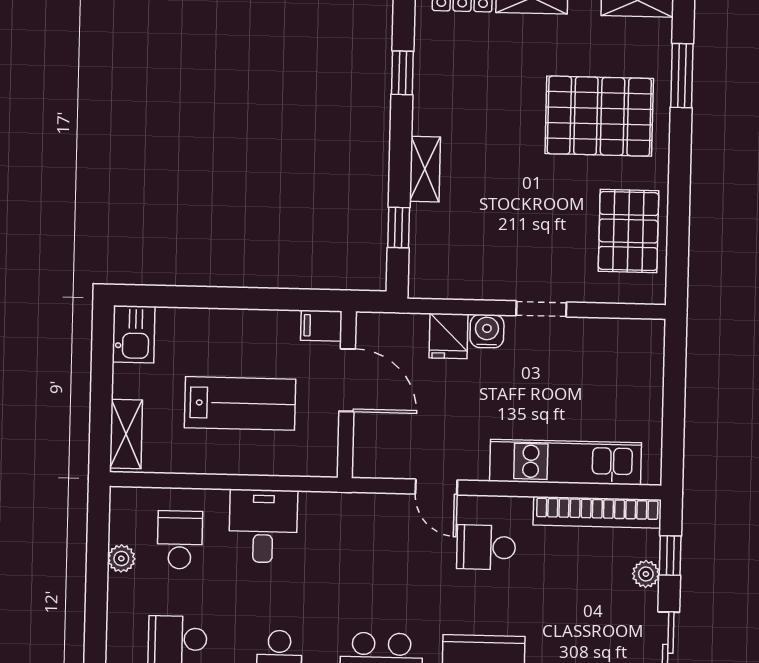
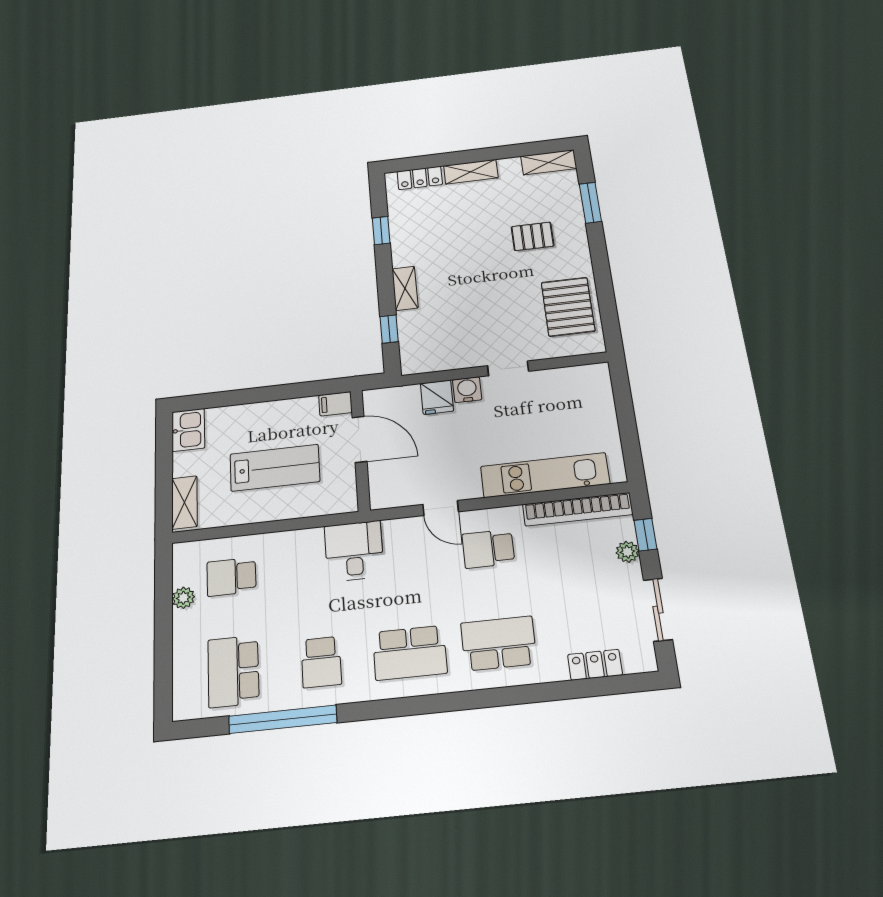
pallet: (599, 116) -> (533, 236), width x0.49, depth x0.50
desk: (263, 526) -> (354, 551), moved
school desk: (180, 540) -> (231, 577), turned -90

